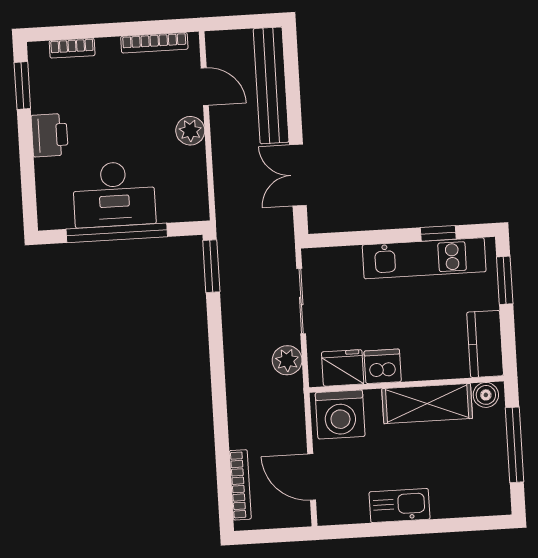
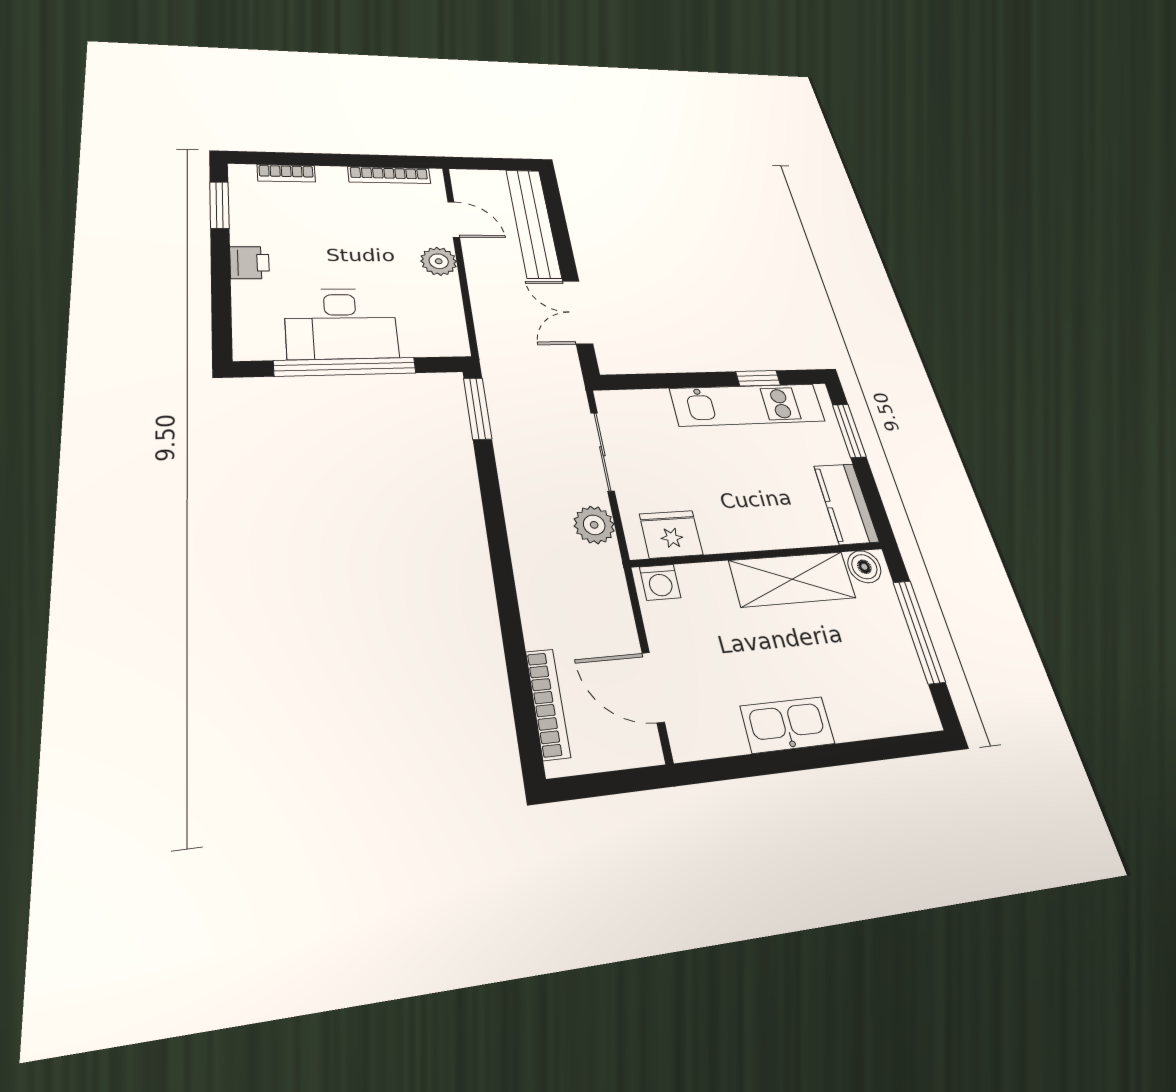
printer: (50, 135) -> (249, 263), width x0.73, depth x0.81
dishwasher: (383, 366) -> (724, 532), removed
washing machine: (340, 414) -> (660, 582), width x0.53, depth x0.53

